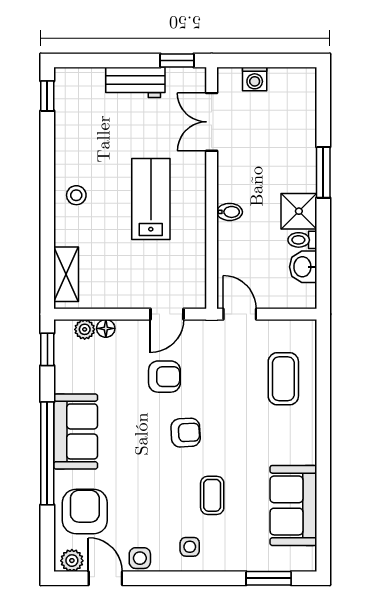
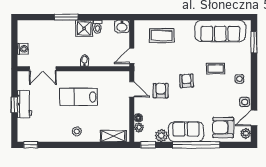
window: (177, 60) -> (14, 105), moved
washbasin: (303, 267) -> (122, 26), moved
plant: (67, 378) -> (161, 135), added
sofa: (293, 505) -> (220, 31), width x1.36

